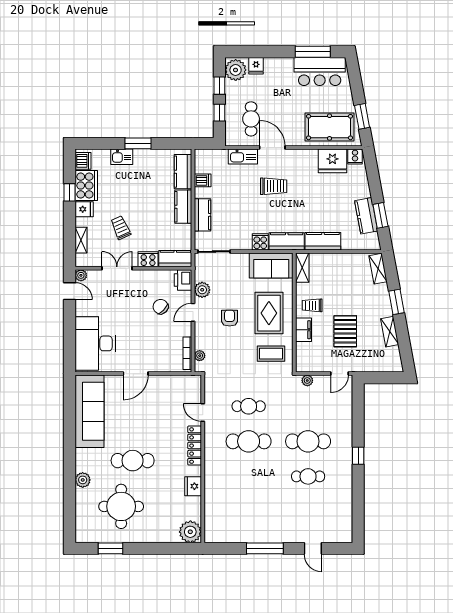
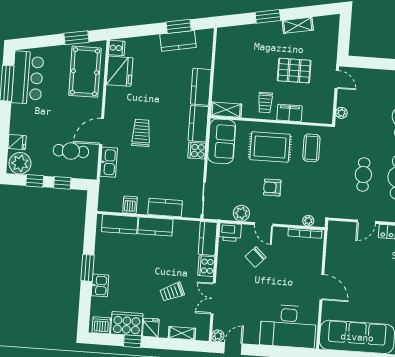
shelving: (378, 269) -> (233, 33), removed

